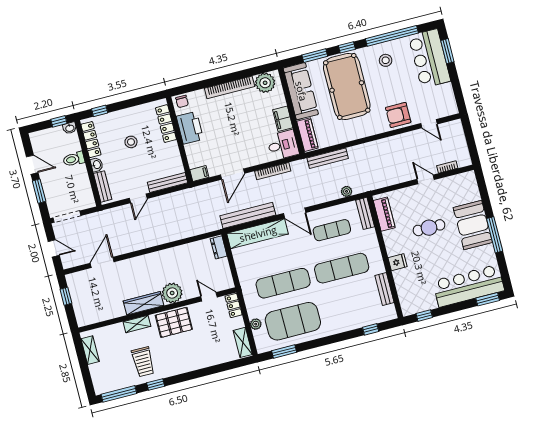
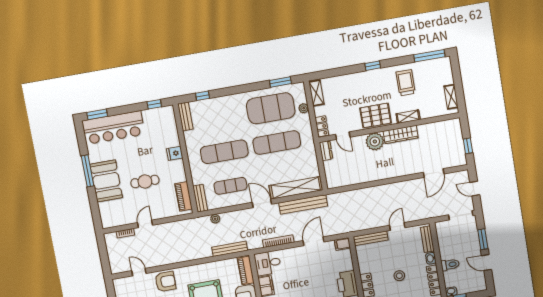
door: (426, 179) -> (145, 224), swing flipped
dresser: (219, 247) -> (326, 151), moved
bench: (384, 289) -> (185, 116), moved
window: (156, 385) -> (373, 66), moved

